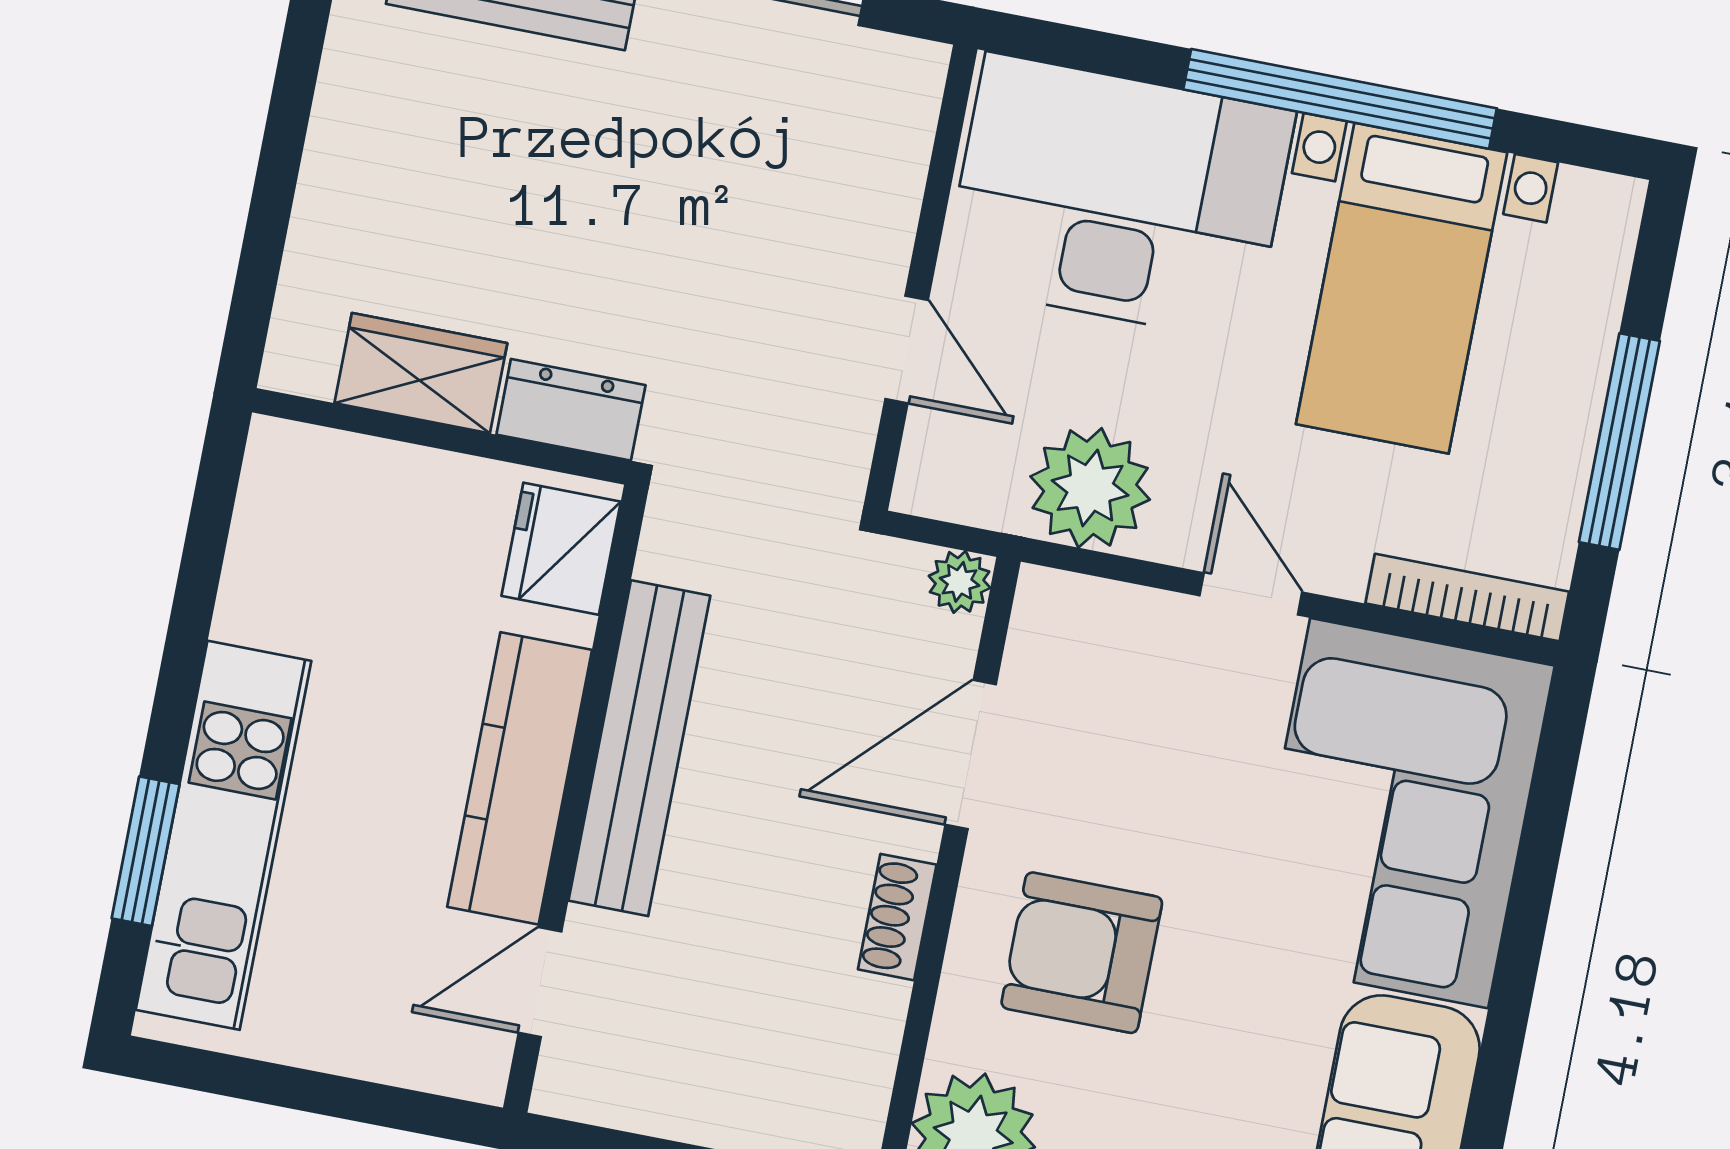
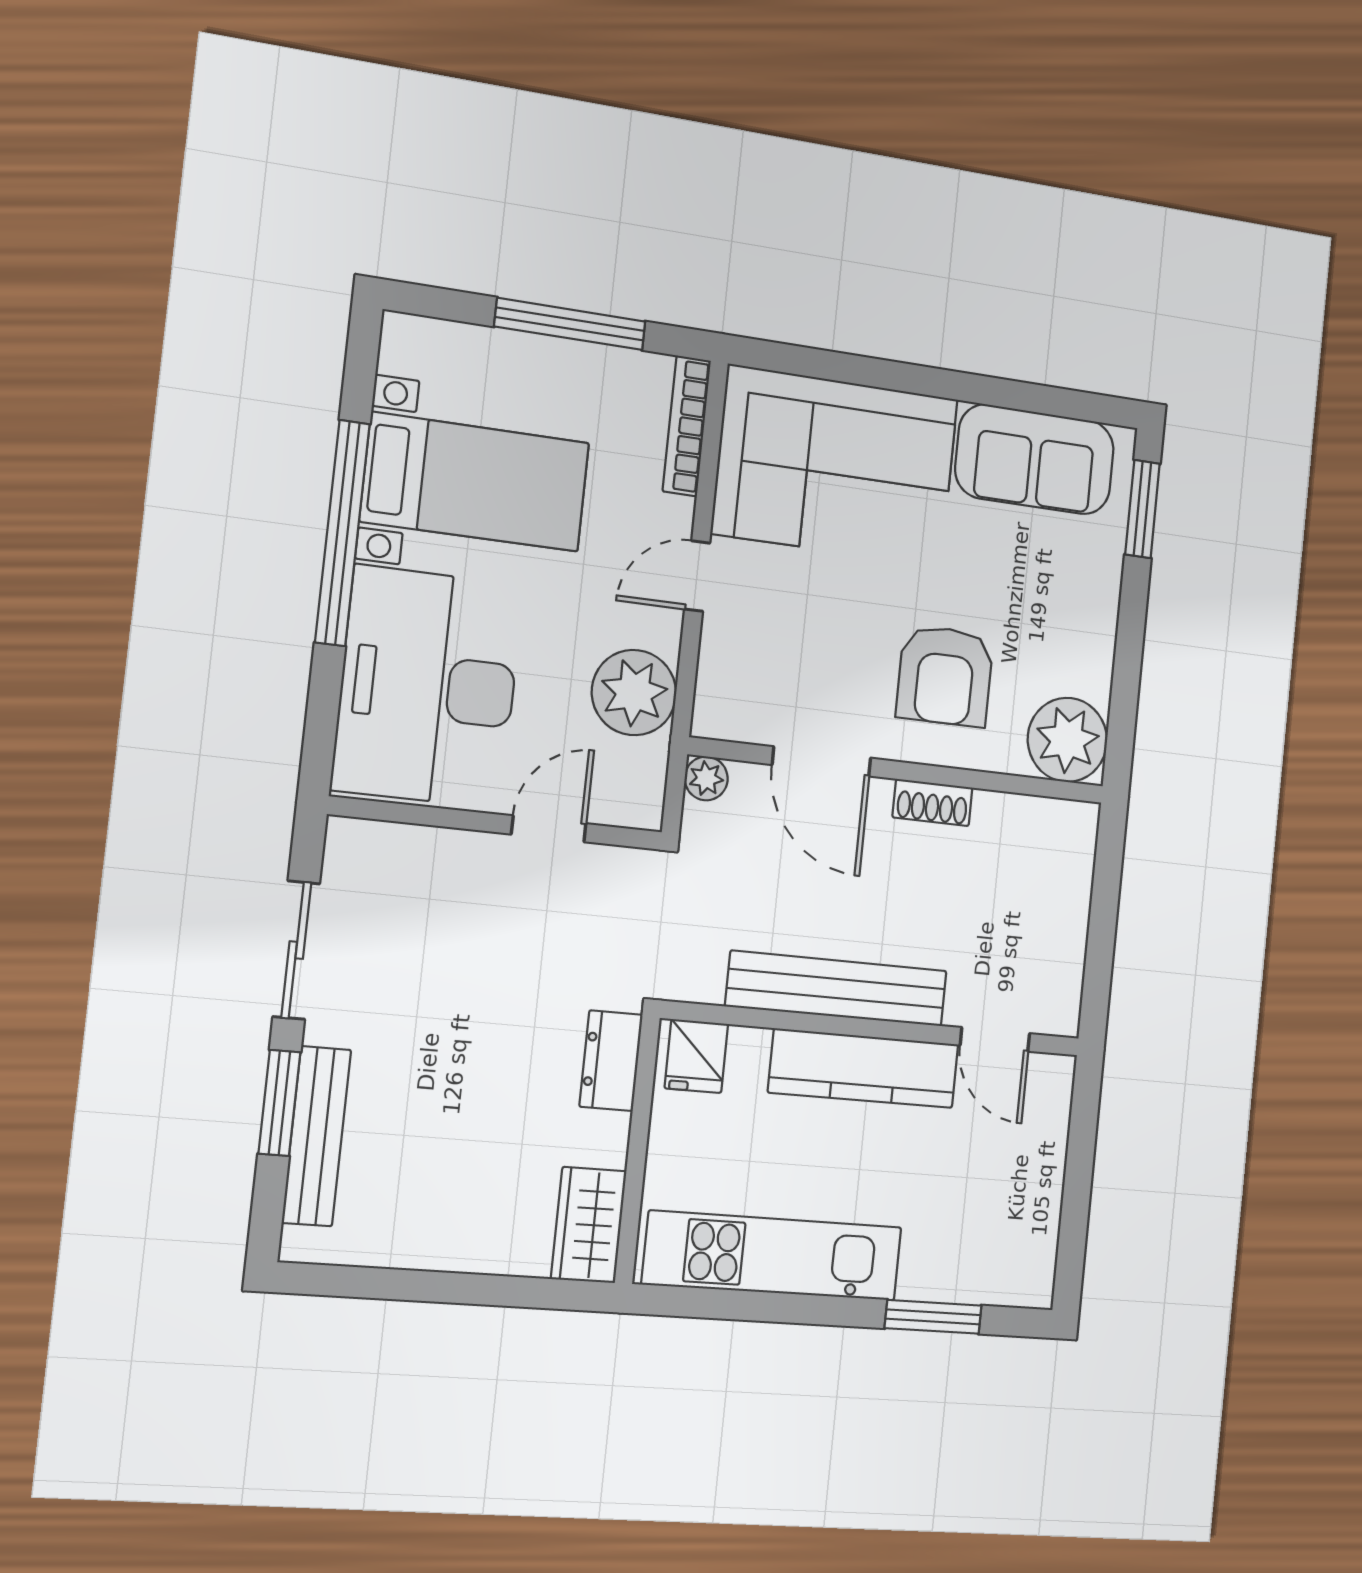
wardrobe: (421, 373) -> (589, 1225), moved
fridge: (561, 549) -> (696, 1056), width x0.72
kitchen unit: (224, 835) -> (773, 1256), moved

